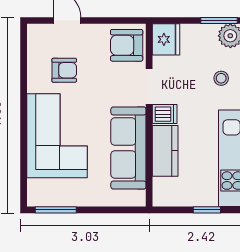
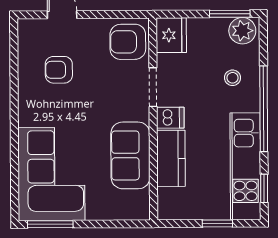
armchair: (64, 70) -> (59, 70), turned 180
corner sofa: (57, 136) -> (51, 174), moved
sofa: (128, 148) -> (130, 155), width x0.73

